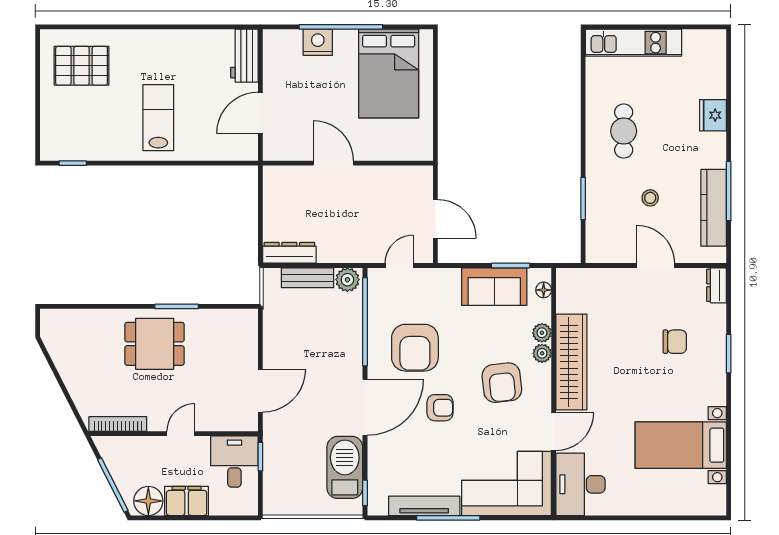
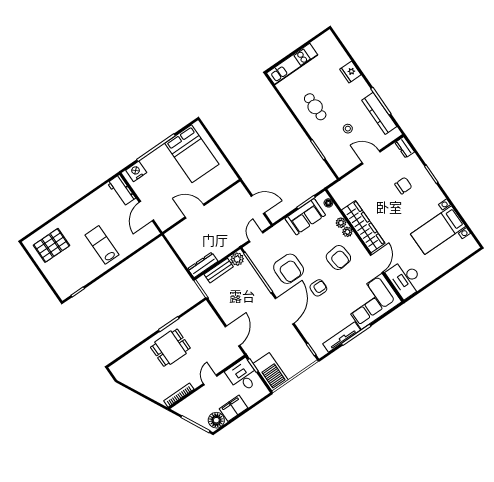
nightstand: (318, 42) -> (136, 171), moved
barbecue: (345, 467) -> (271, 372), moved, turned 180

